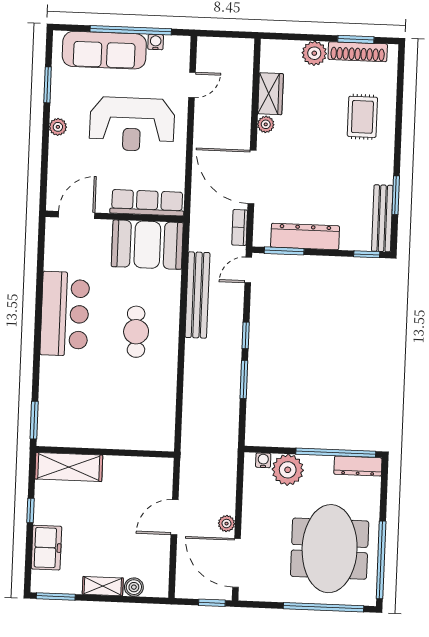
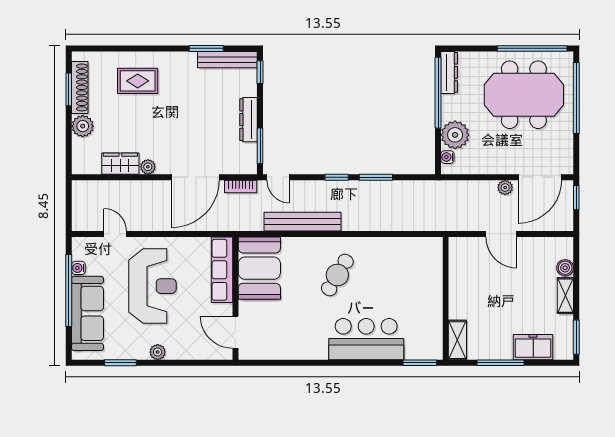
dresser: (305, 237) -> (249, 120), width x0.73, depth x0.80
bar counter: (65, 314) -> (366, 339), moved
cafe table: (136, 332) -> (337, 275), turned -57
shelving: (69, 467) -> (457, 340), width x0.67, depth x0.75
window: (30, 510) -> (500, 363), width x2.17

